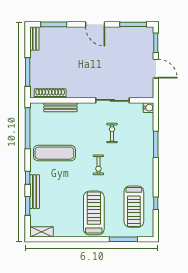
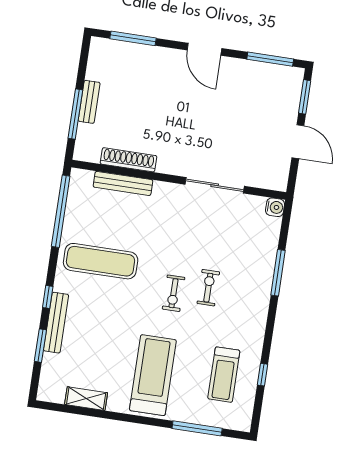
bench: (34, 38) -> (89, 102), moved
shoe rack: (50, 93) -> (129, 160), moved
exercise bike: (112, 133) -> (208, 288), moved
treadmill: (134, 207) -> (224, 375), width x0.73, depth x0.73
shelving: (41, 232) -> (86, 399), moved

